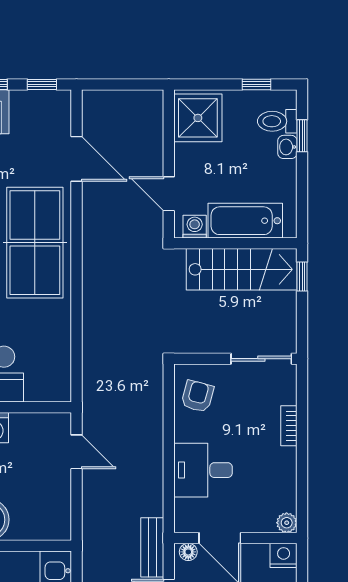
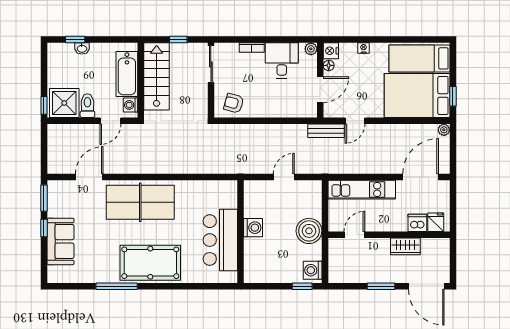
window: (42, 84) -> (44, 198), width x1.50
window: (256, 84) -> (44, 105), moved
toilet: (277, 121) -> (87, 106), moved, turned 180
window: (302, 277) -> (178, 40), moved
door: (76, 452) -> (284, 177), moved
desk: (203, 470) -> (282, 60), moved, turned 180
floor lamp: (188, 552) -> (329, 65), moved

